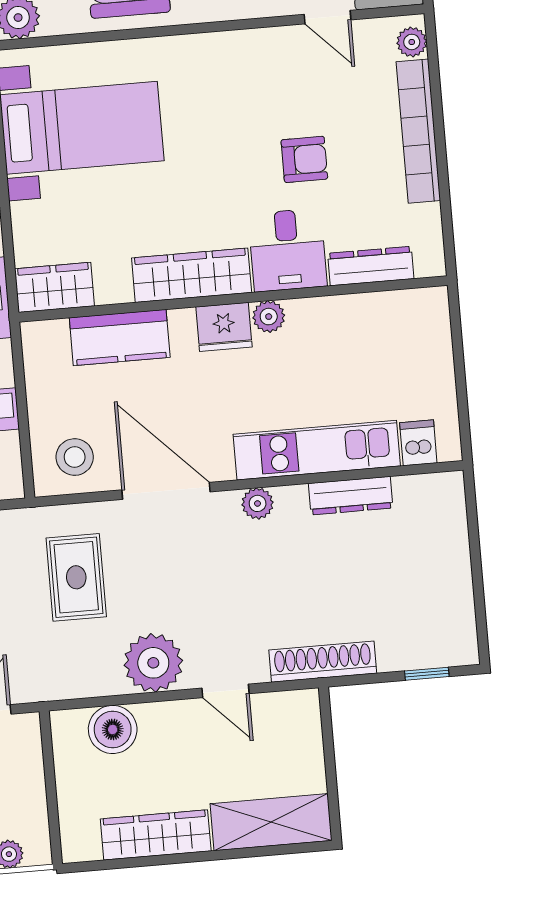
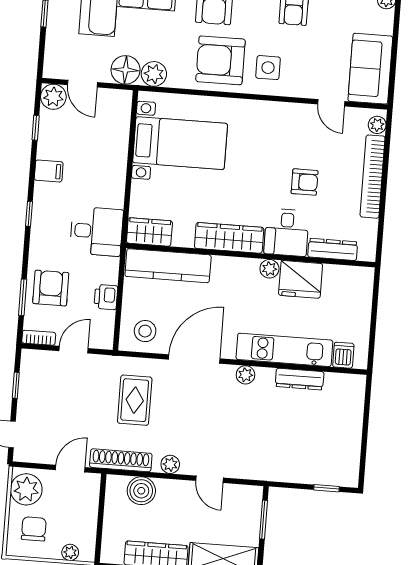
fridge: (224, 327) -> (301, 279), moved, width x1.36, depth x1.34
kitchen counter: (120, 337) -> (168, 266), width x1.50
door: (166, 491) -> (194, 359), hinge flipped
shoe rack: (323, 662) -> (121, 460), moved
plant: (153, 663) -> (170, 464), width x0.53, depth x0.53
window: (328, 745) -> (263, 520), added

